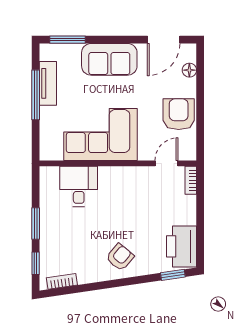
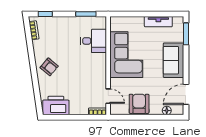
door: (164, 40) -> (186, 94), hinge flipped
window: (36, 95) -> (151, 14), removed
armchair: (179, 114) -> (139, 104), turned -90
window: (36, 224) -> (86, 14), moved
window: (173, 275) -> (38, 100), removed

